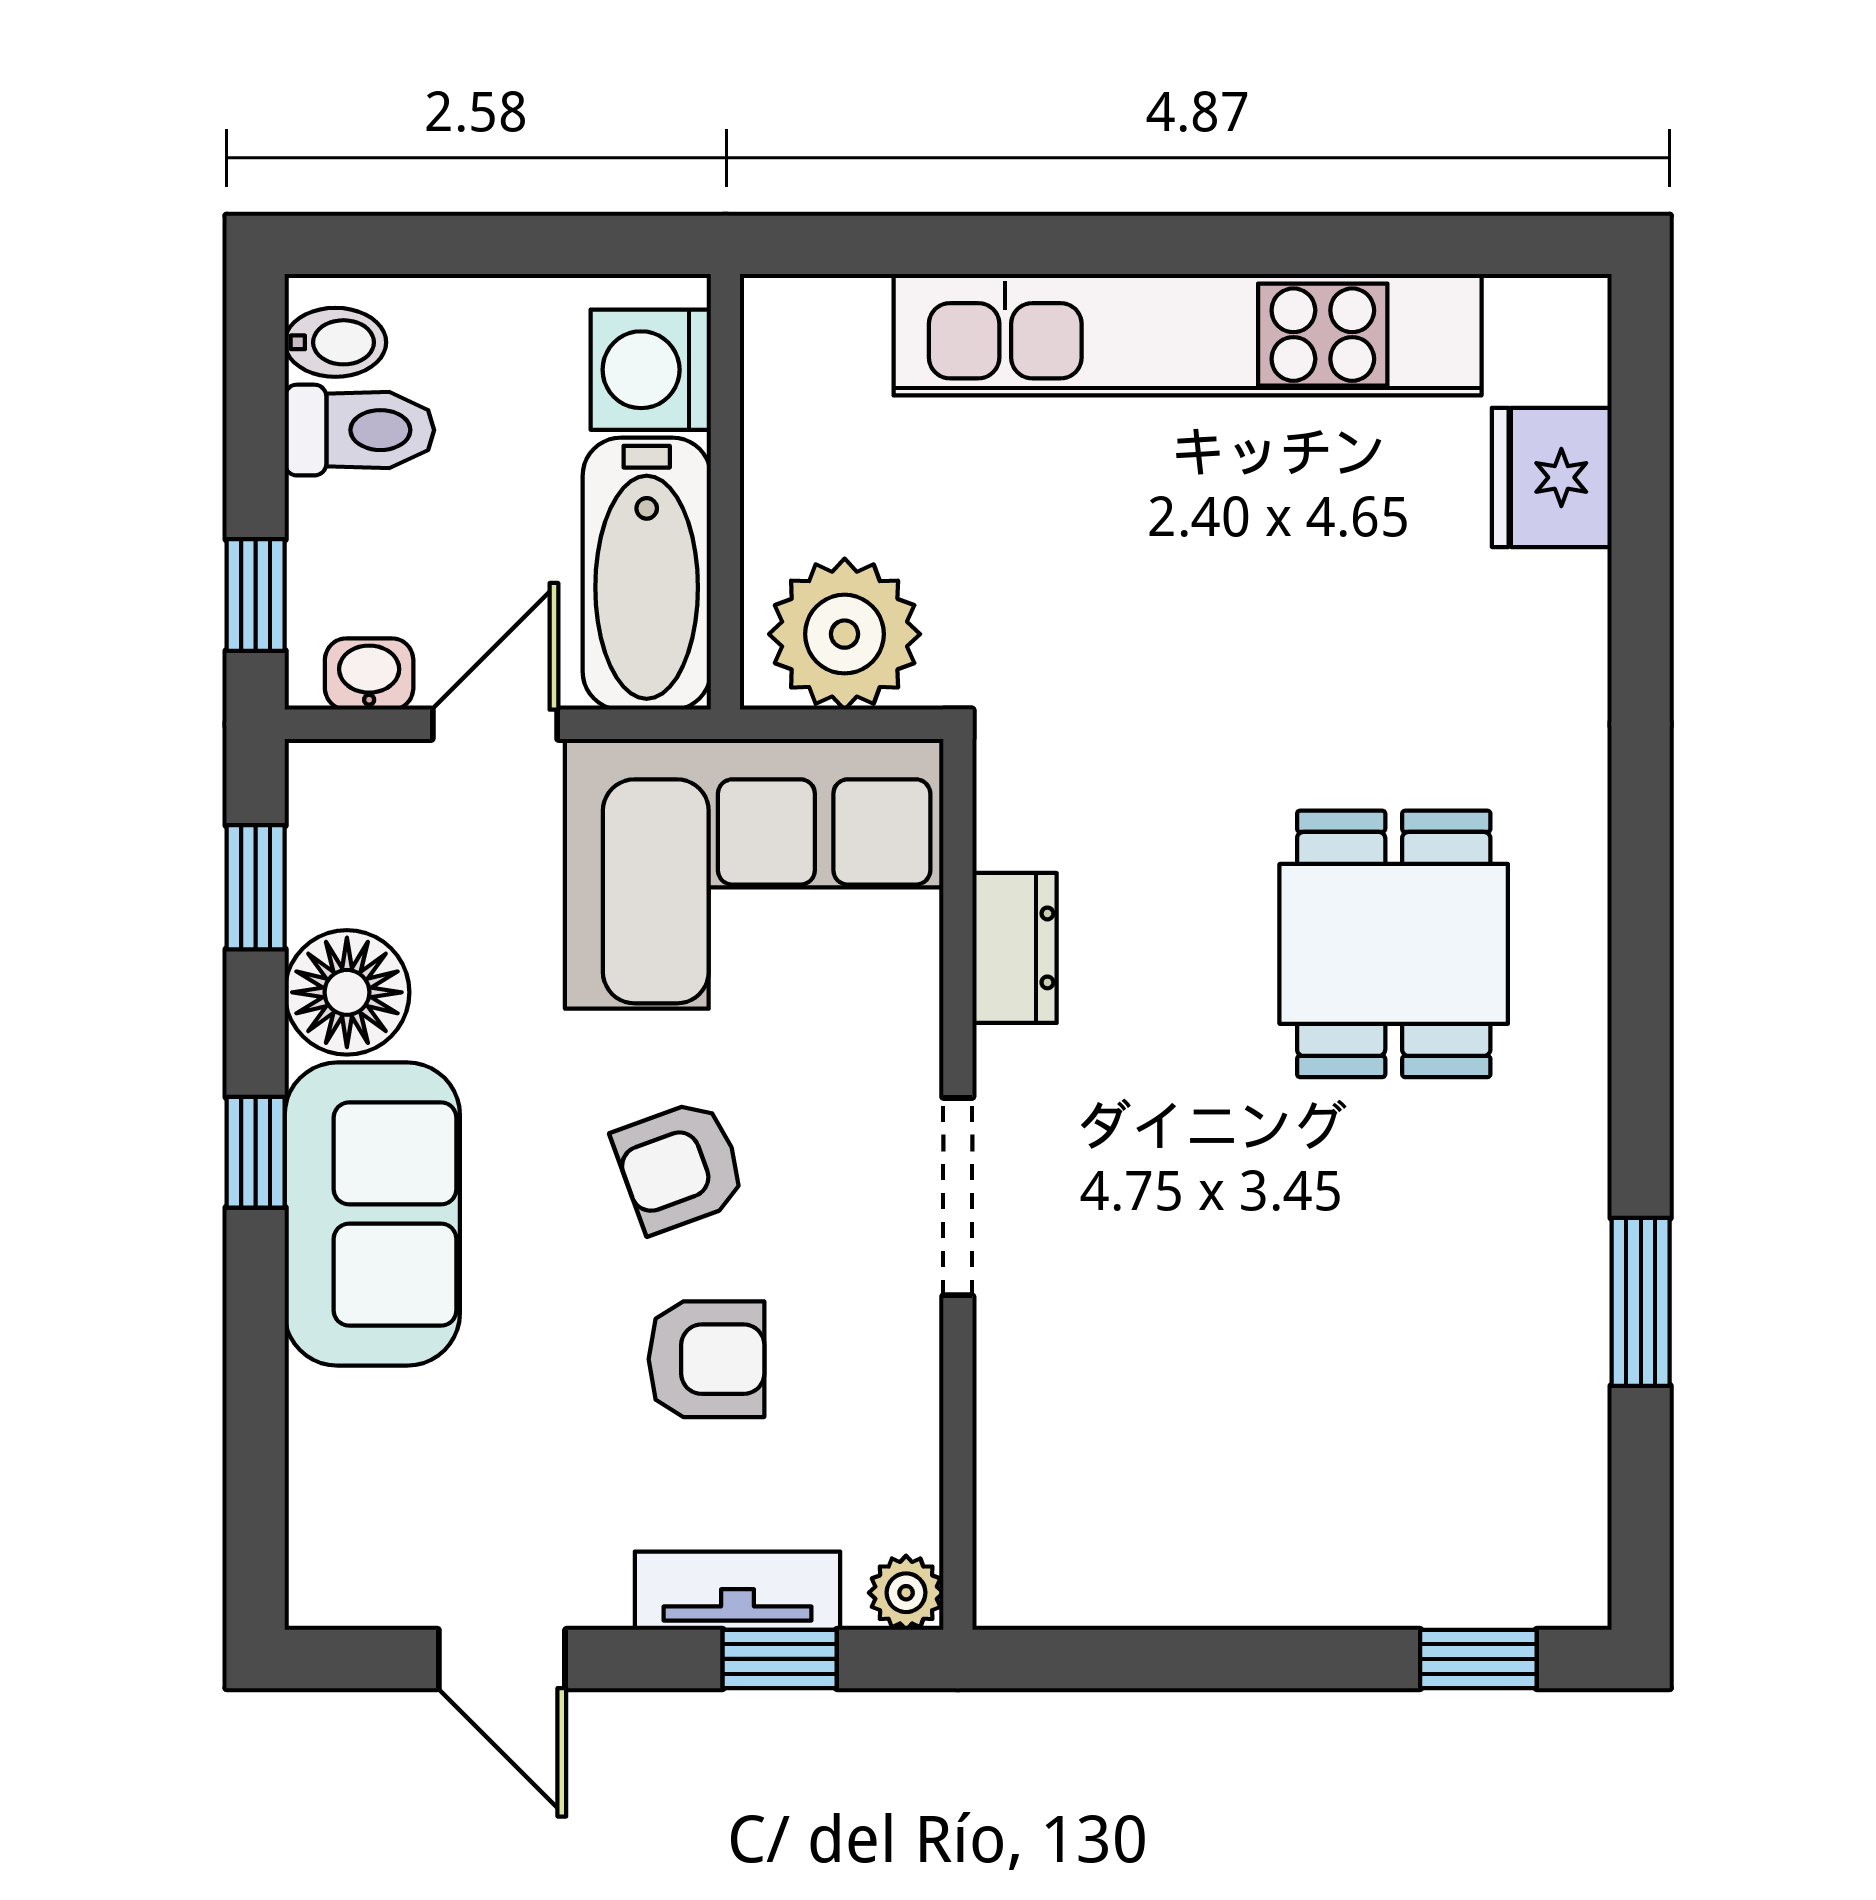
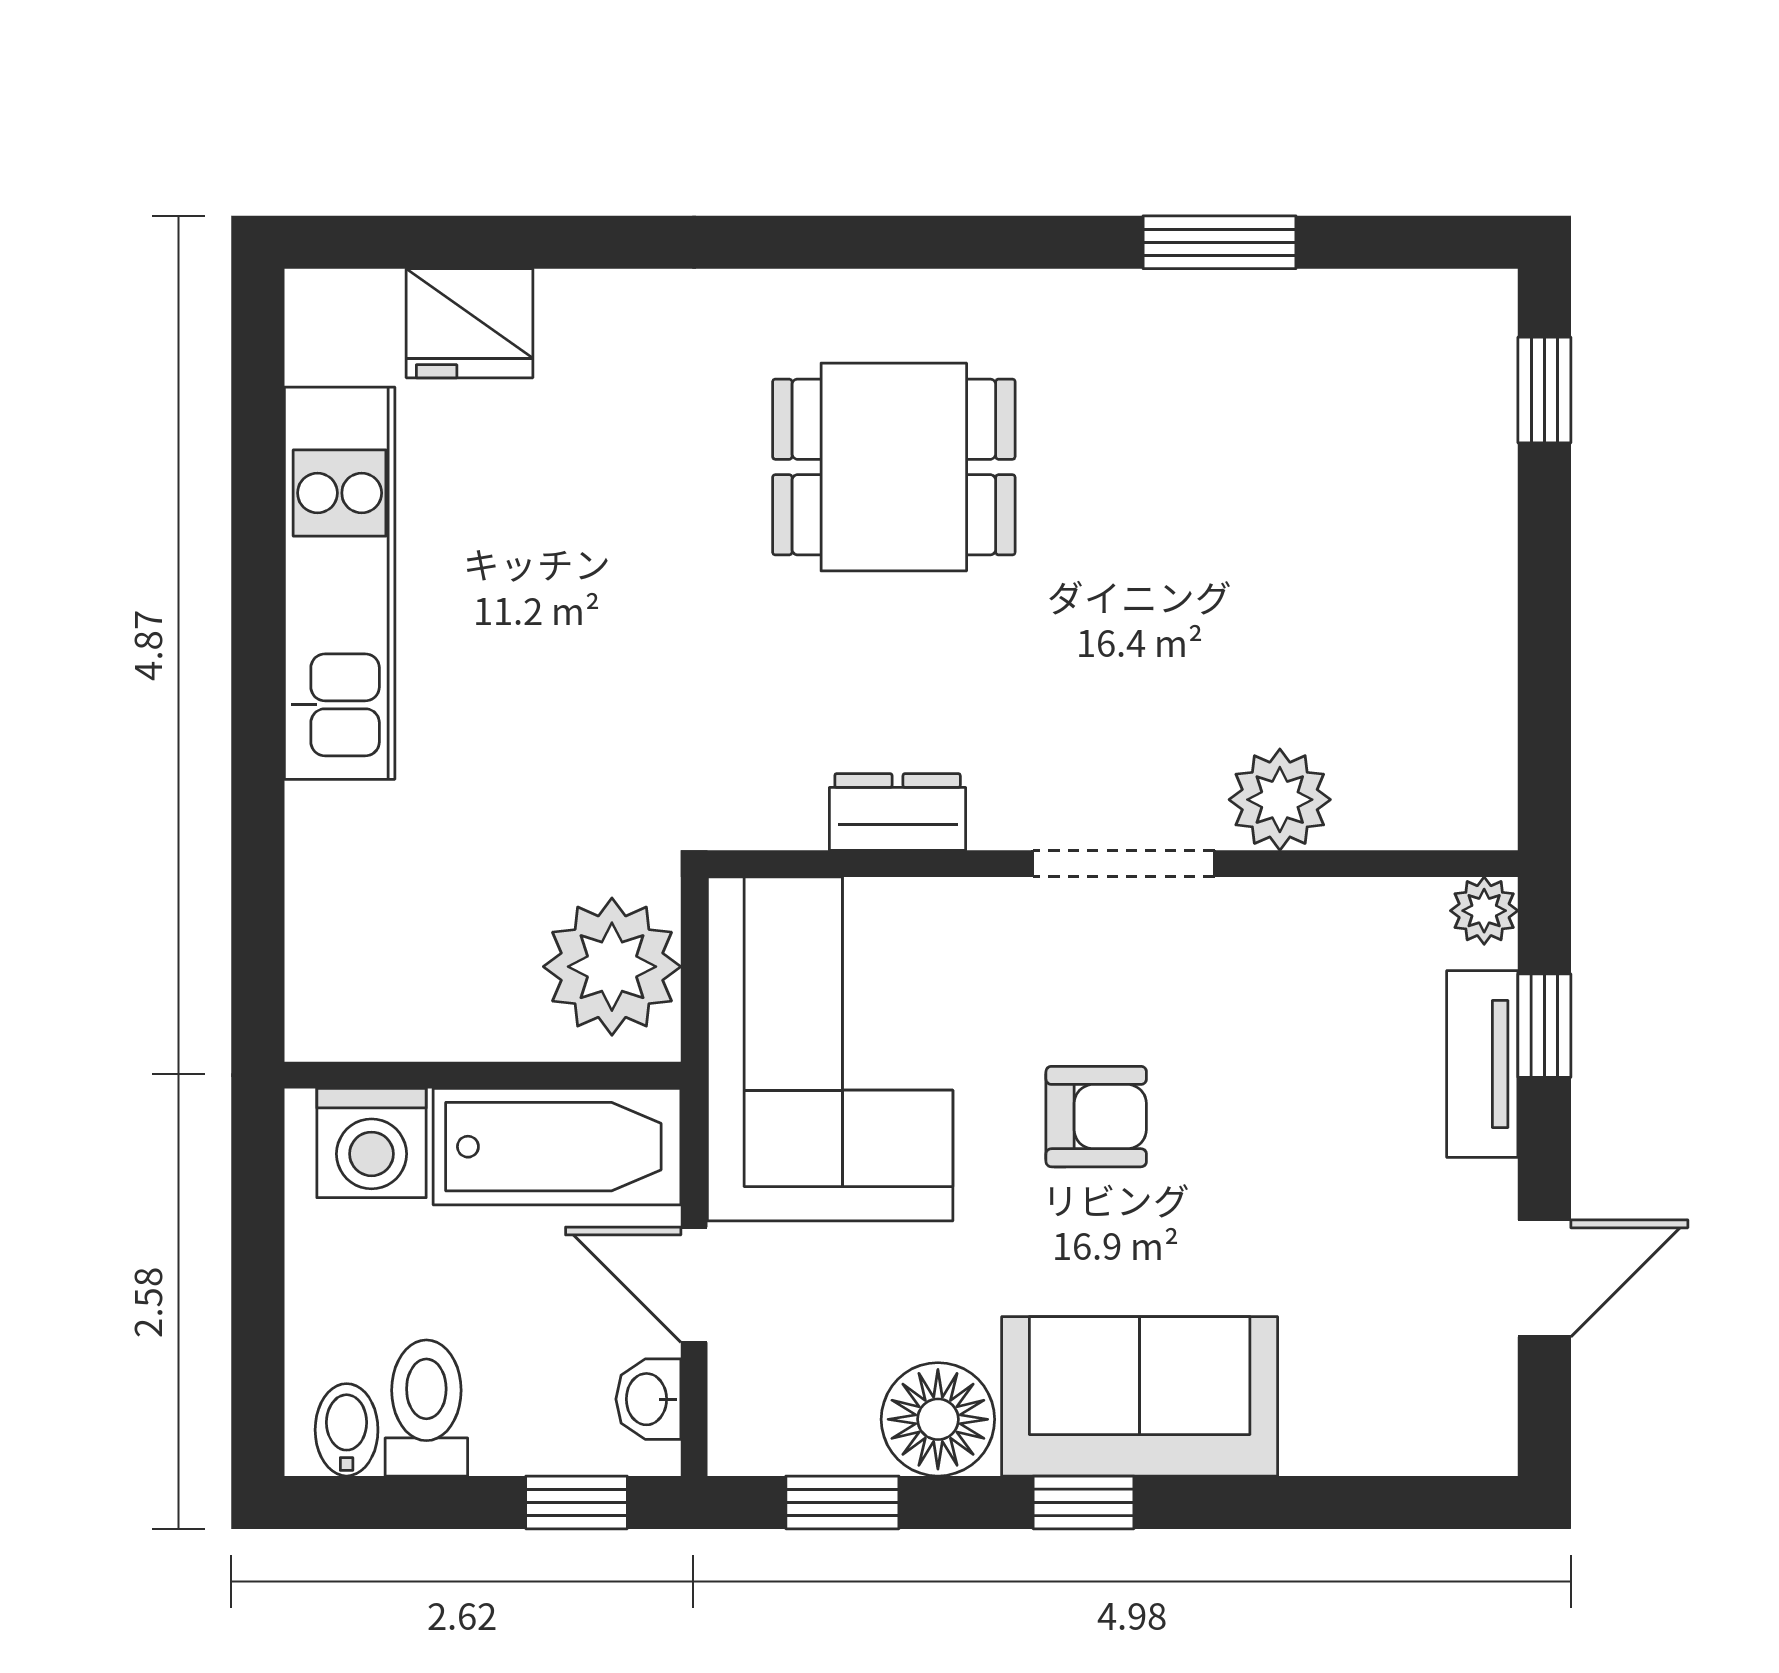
kitchen unit: (1188, 335) -> (340, 583), width x0.73
armchair: (680, 1166) -> (1096, 1117), turned -70
armchair: (707, 1359) -> (1272, 1092), removed
plant: (1028, 1368) -> (1280, 800), added

